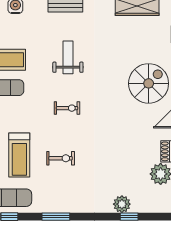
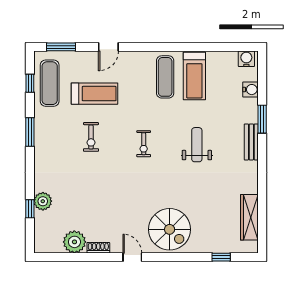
weight bench: (68, 57) -> (197, 145), turned -90
treadmill: (19, 155) -> (94, 94), turned 180

